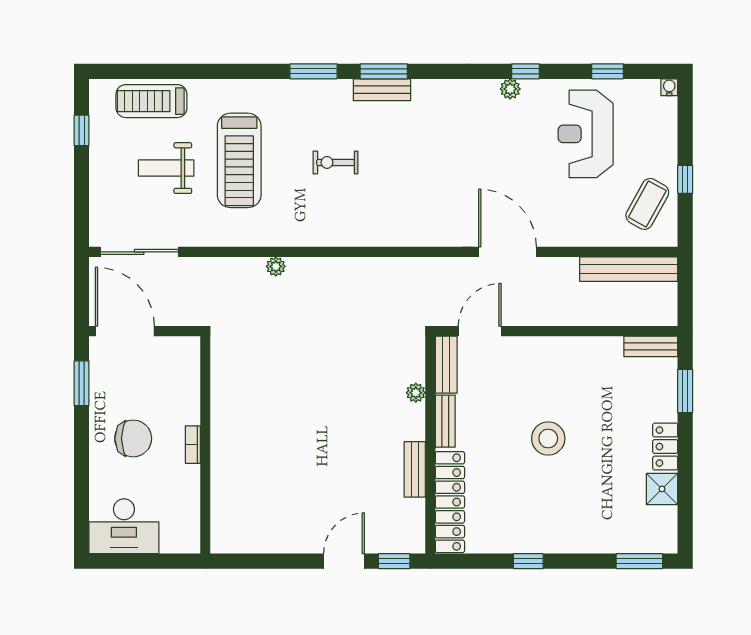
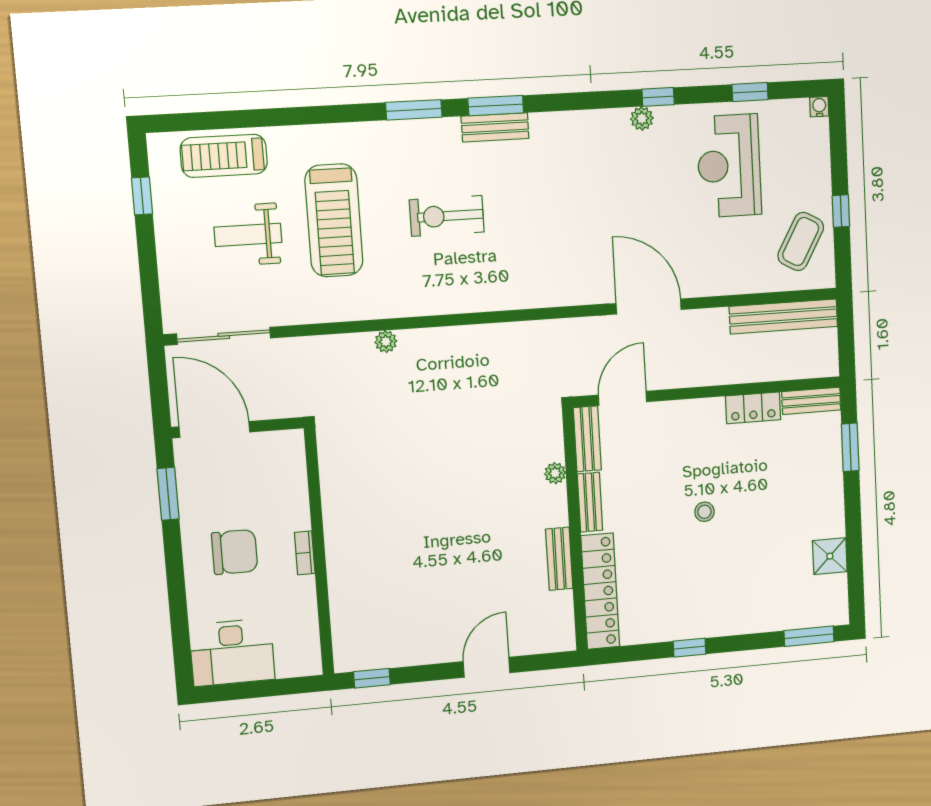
exercise bike: (336, 162) -> (447, 216), width x1.38, depth x1.39
stool: (548, 438) -> (704, 512), width x0.53, depth x0.53
locker: (665, 447) -> (753, 408), moved, turned -90
window: (394, 561) -> (372, 678), moved

